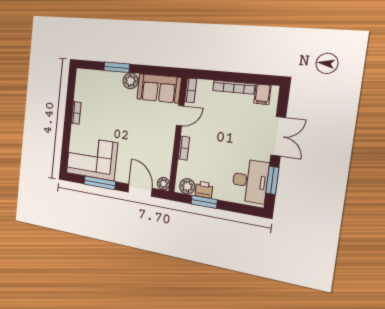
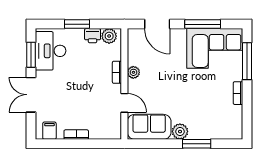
bookcase: (234, 87) -> (76, 135), width x0.64
bookcase: (191, 90) -> (117, 128), removed
door: (180, 116) -> (124, 103), swing flipped
window: (66, 142) -> (247, 61), added
plant: (163, 184) -> (133, 72), moved
window: (204, 202) -> (77, 24), moved

